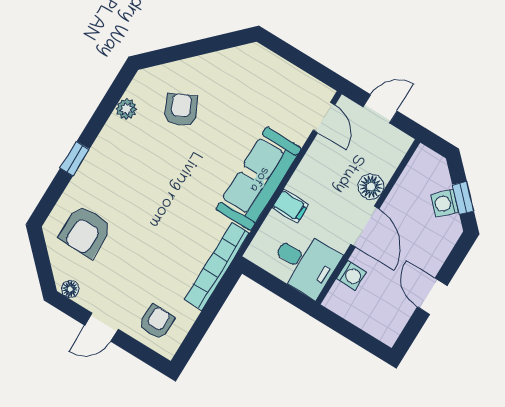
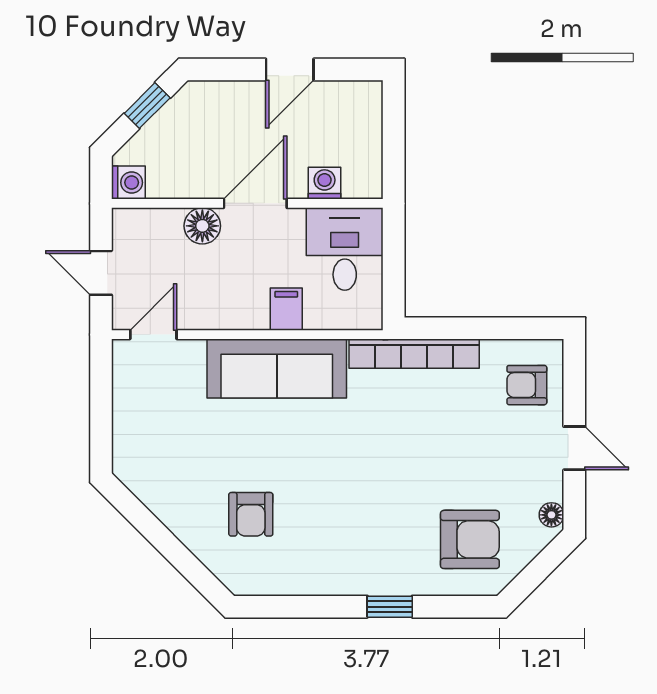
plant: (126, 109) -> (291, 581), removed
armchair: (181, 110) -> (251, 514), turned -65
washing machine: (445, 203) -> (128, 183), moved, turned -45

